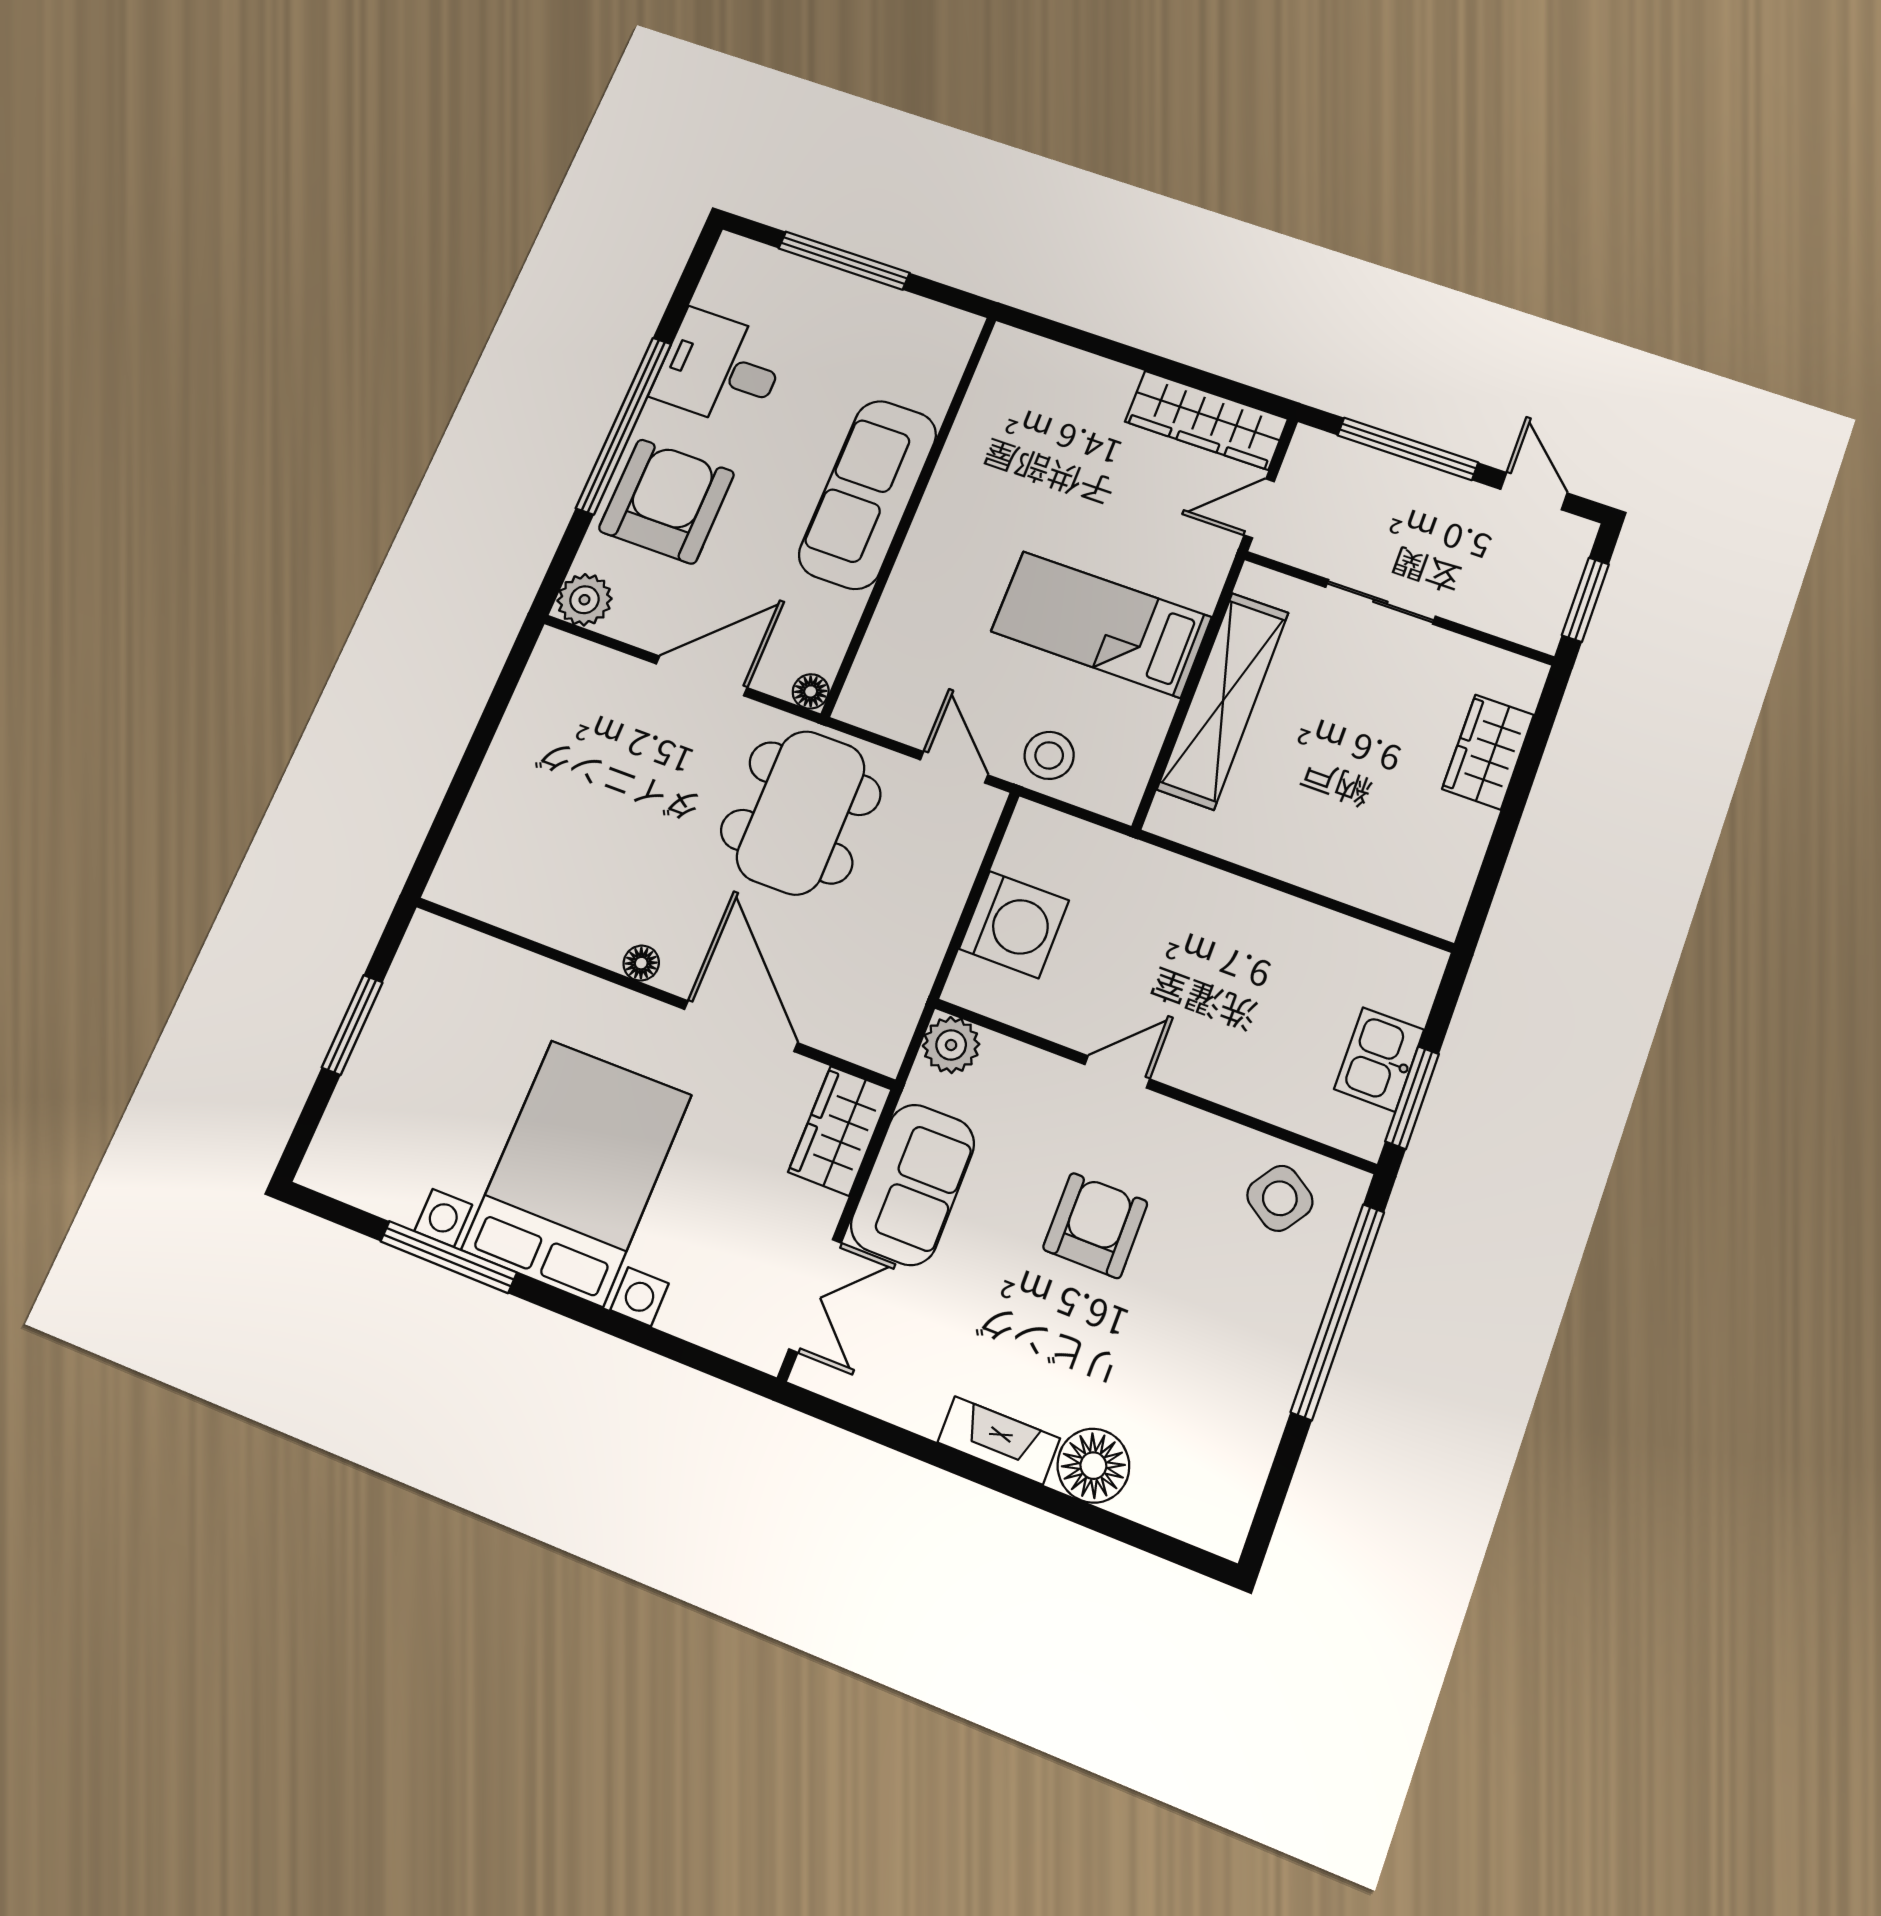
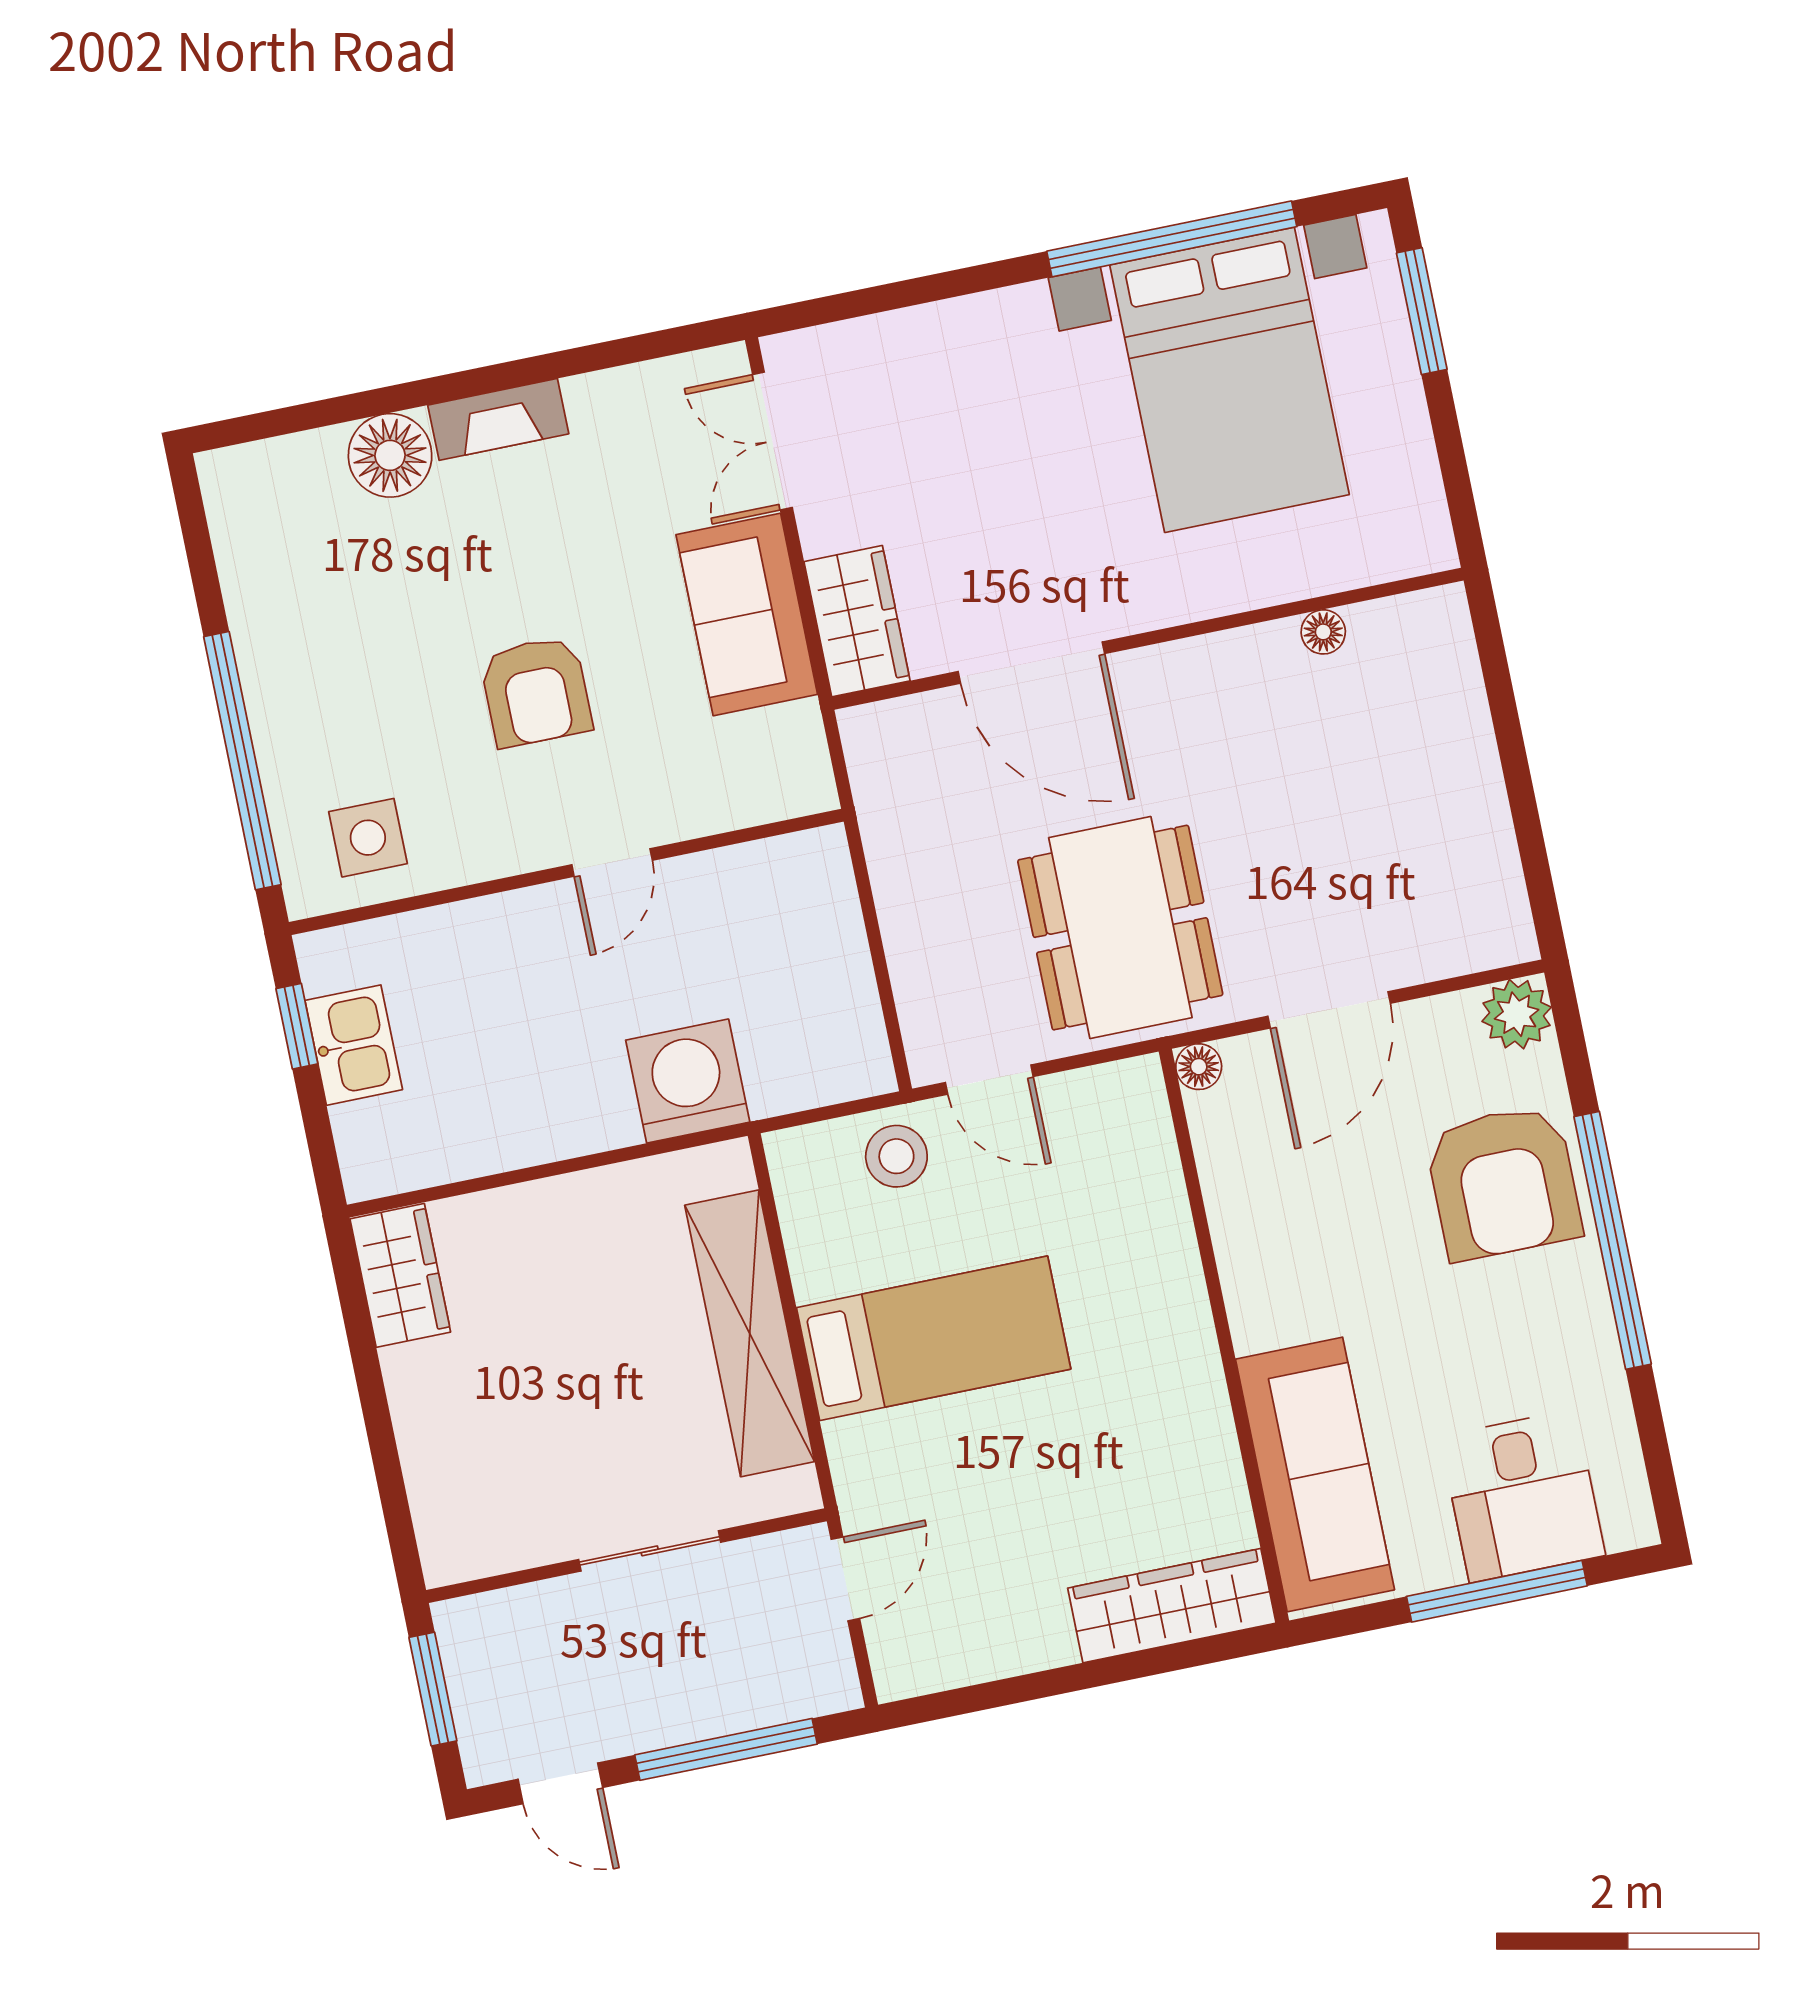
desk: (720, 369) -> (1523, 1496), moved, turned 90
wardrobe: (1206, 420) -> (1172, 1606), moved
sofa: (868, 494) -> (1315, 1474), moved
wardrobe: (1488, 752) -> (400, 1275), moved
washing machine: (1014, 925) -> (688, 1081), moved, turned 90
floor lamp: (641, 963) -> (1323, 632), moved
window: (352, 1025) -> (1422, 311), moved
plant: (951, 1045) -> (800, 782), removed
window: (1412, 1098) -> (297, 1026), width x0.67
bed with nightstands: (577, 1172) -> (1230, 380), moved
side table: (1280, 1198) -> (368, 838), turned -34
window: (449, 1257) -> (1172, 239), width x1.46

